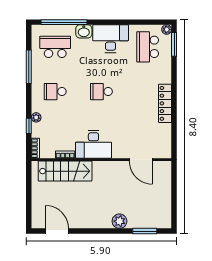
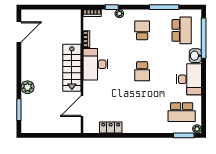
school desk: (148, 47) -> (182, 112), turned 180
school desk: (101, 92) -> (142, 71), turned 180
locker: (165, 103) -> (111, 128), moved, width x0.66
stairs: (65, 171) -> (72, 68), moved

